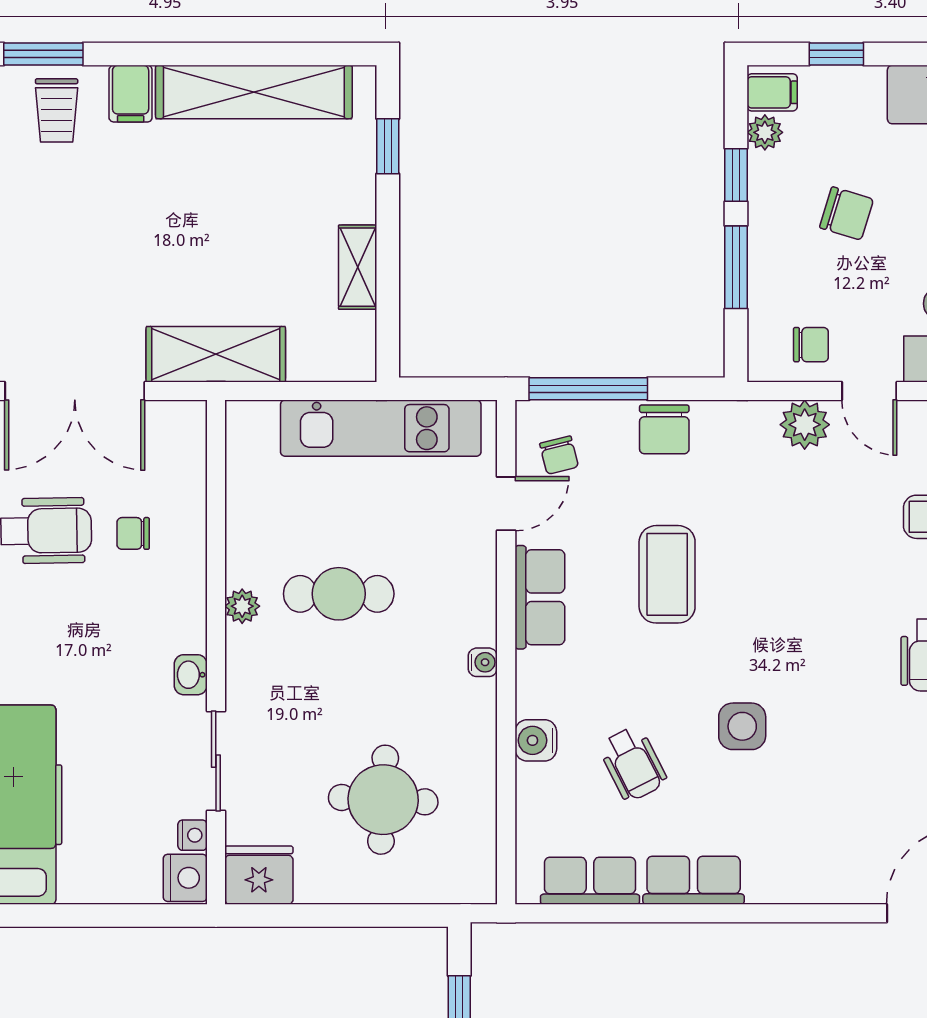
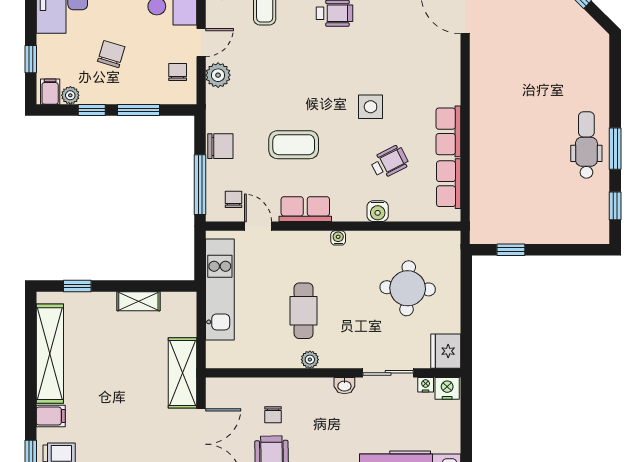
chair: (559, 455) -> (233, 199), turned -76

